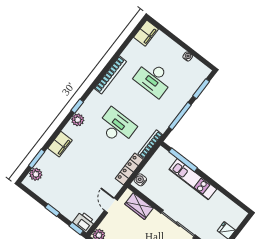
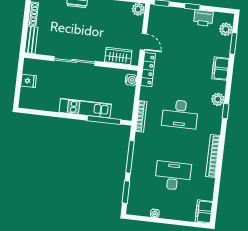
locker: (129, 169) -> (148, 70), moved
printer: (84, 222) -> (203, 18), moved

